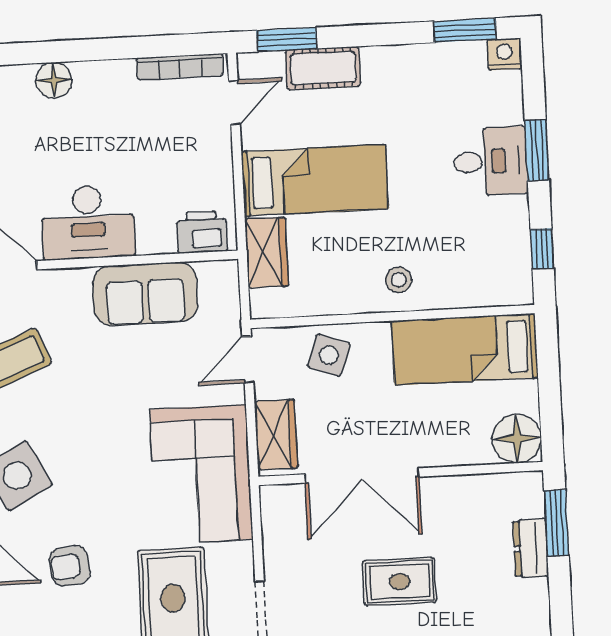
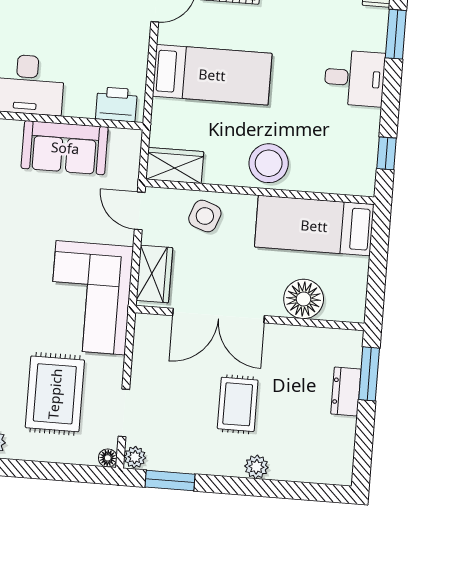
window: (537, 150) -> (396, 34), moved
wardrobe: (267, 253) -> (175, 166), moved, turned -90
stool: (399, 280) -> (269, 163), width x1.89, depth x1.89
door: (248, 359) -> (140, 211), hinge flipped
floor lamp: (517, 439) -> (304, 299), moved
rug: (400, 582) -> (238, 404), turned 90

